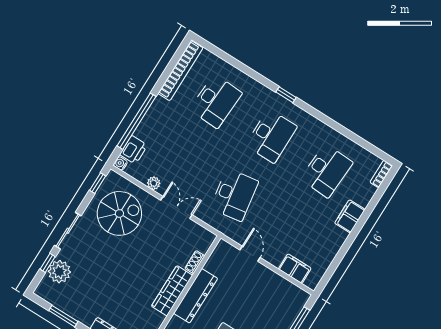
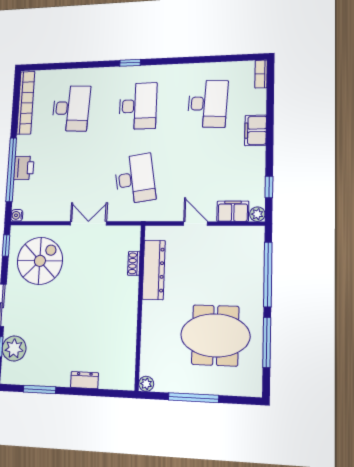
printer: (134, 150) -> (24, 168), moved
plant: (154, 183) -> (257, 214), moved
door: (250, 254) -> (195, 224), moved
window: (333, 267) -> (269, 187), added
wardrobe: (172, 291) -> (128, 304), removed
dresser: (196, 296) -> (154, 270), moved

